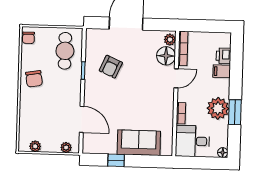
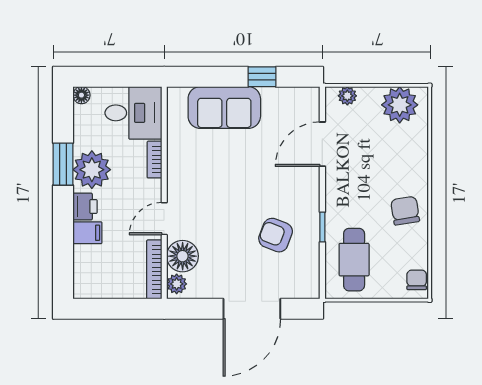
printer: (224, 56) -> (85, 207), moved
armchair: (111, 67) -> (276, 235), turned -93
door: (82, 119) -> (322, 144), hinge flipped
plant: (35, 146) -> (400, 105), width x1.87, depth x1.87

